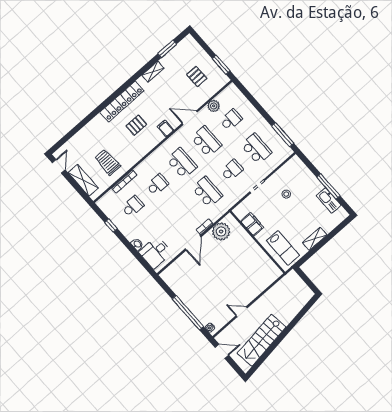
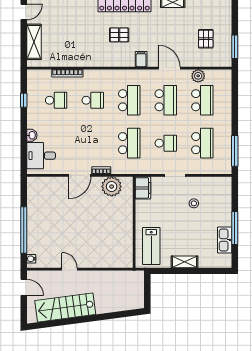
school desk: (231, 120) -> (202, 100), width x1.85
trolley: (108, 162) -> (68, 45), removed
filing cabinet: (252, 224) -> (143, 188), moved

